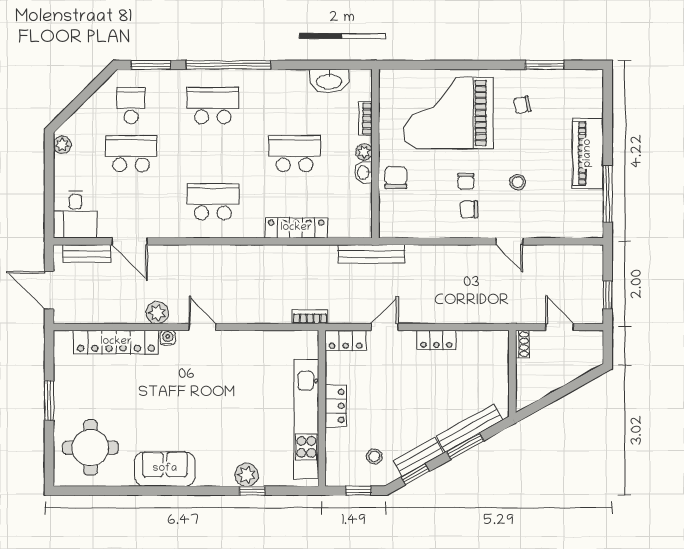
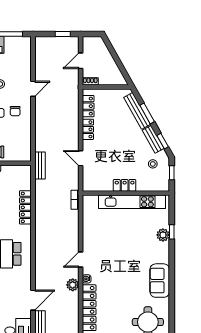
bench: (372, 254) -> (40, 165), width x0.73
locker: (346, 341) -> (88, 106), moved

